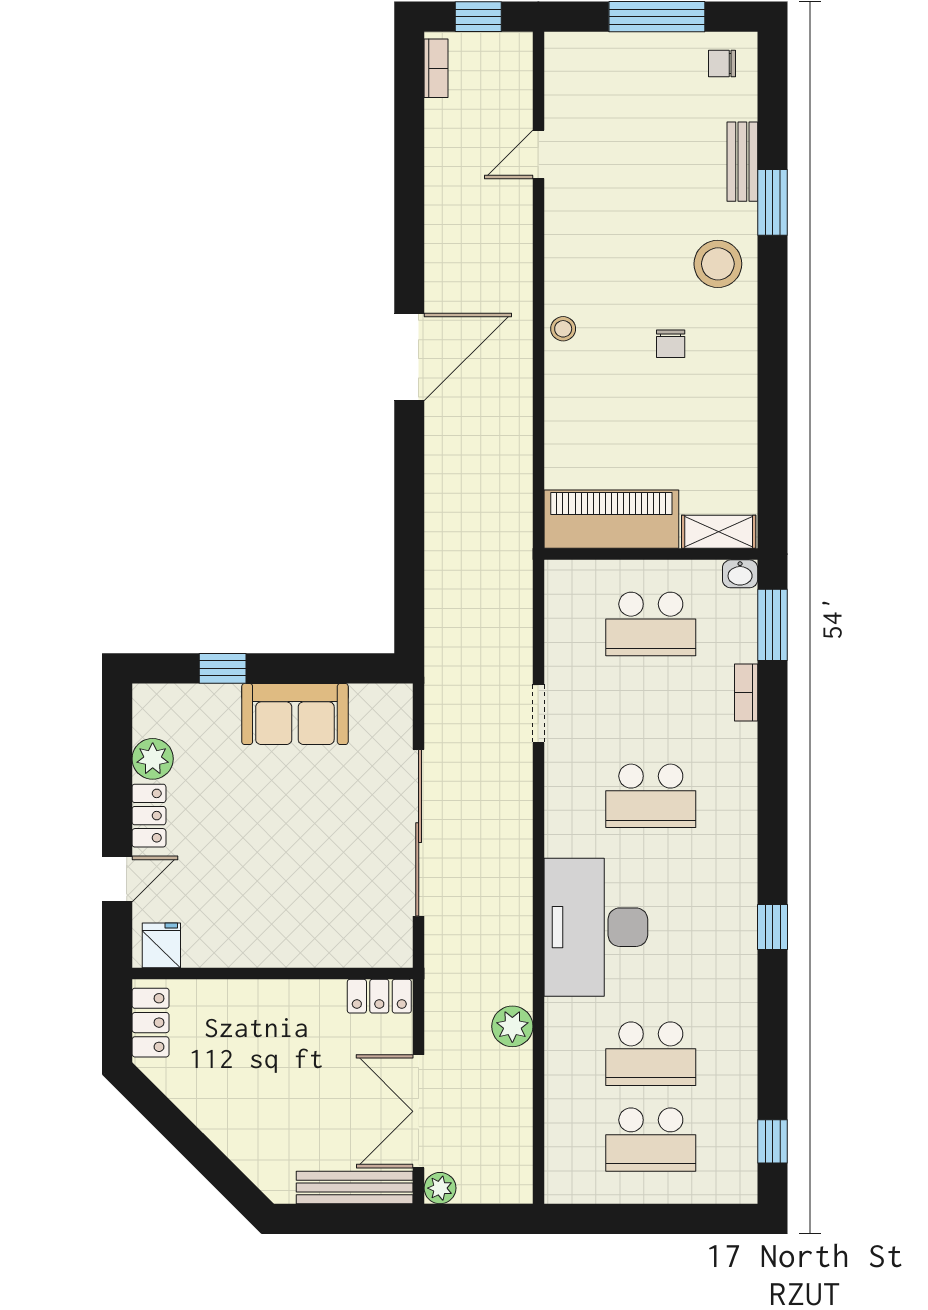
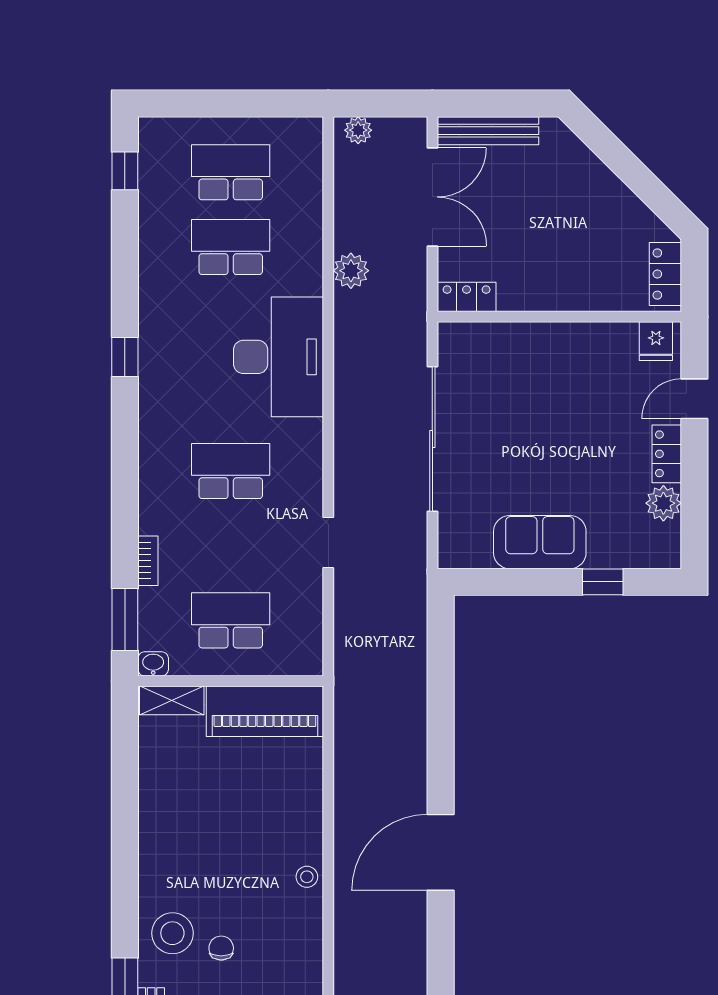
chair: (671, 344) -> (221, 948), moved
plant: (440, 1188) -> (358, 130), moved

